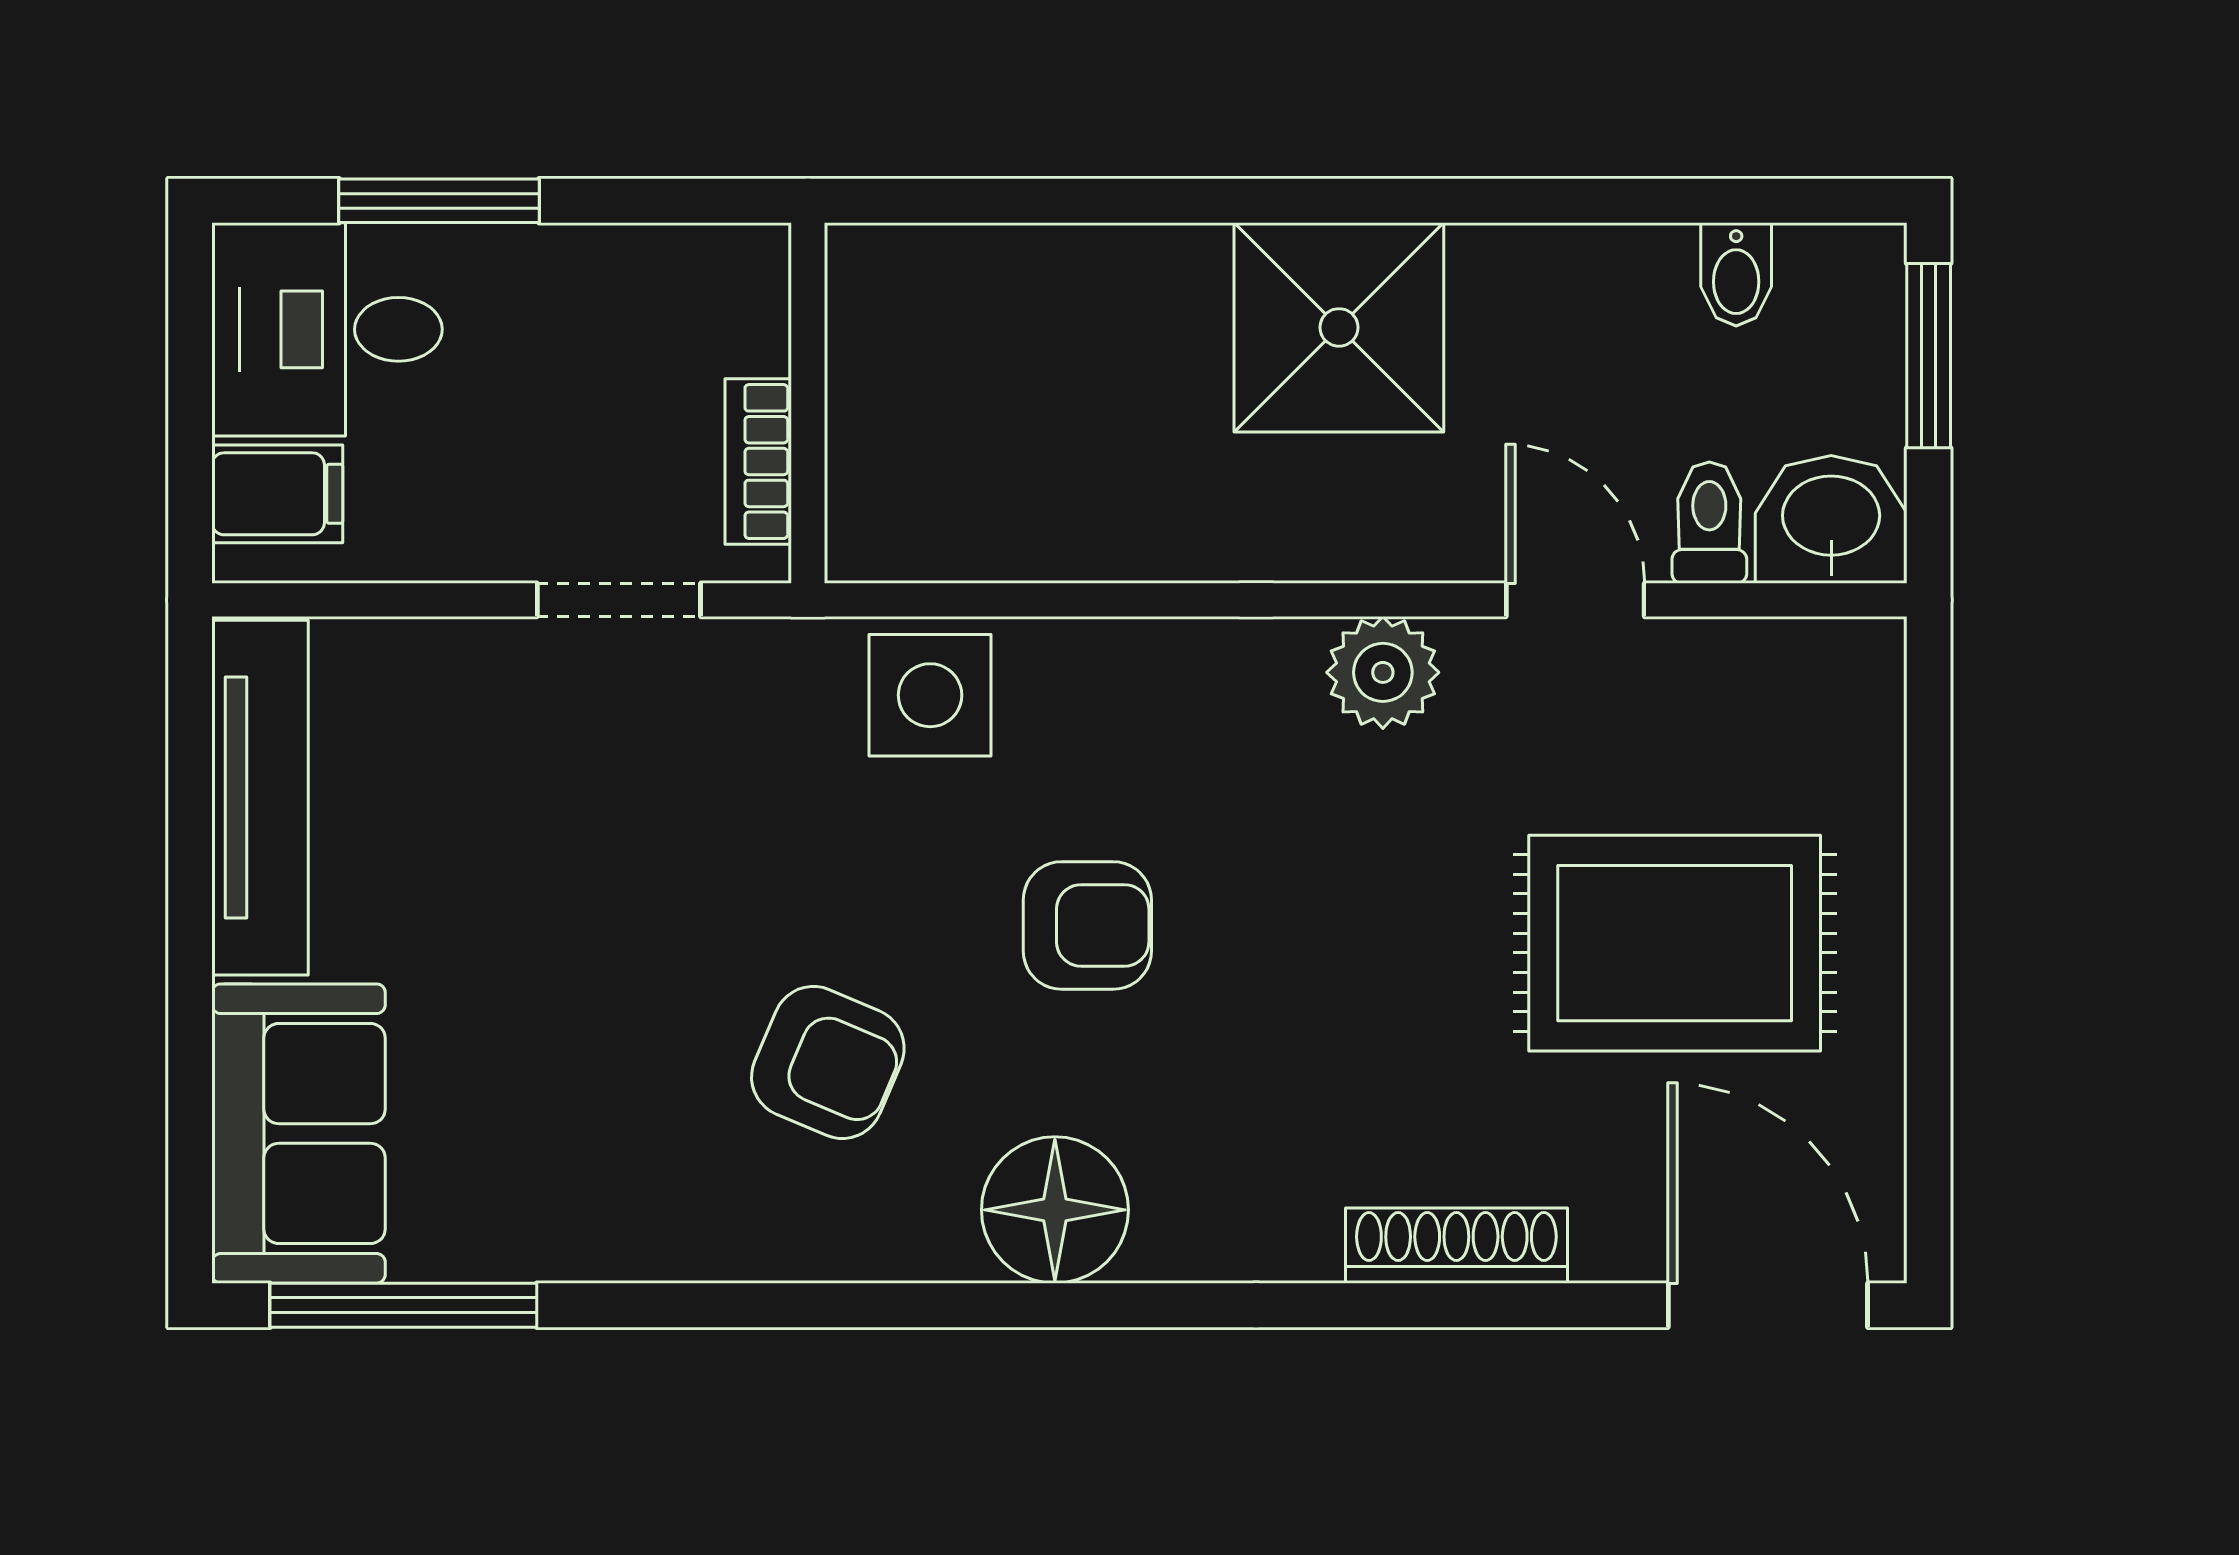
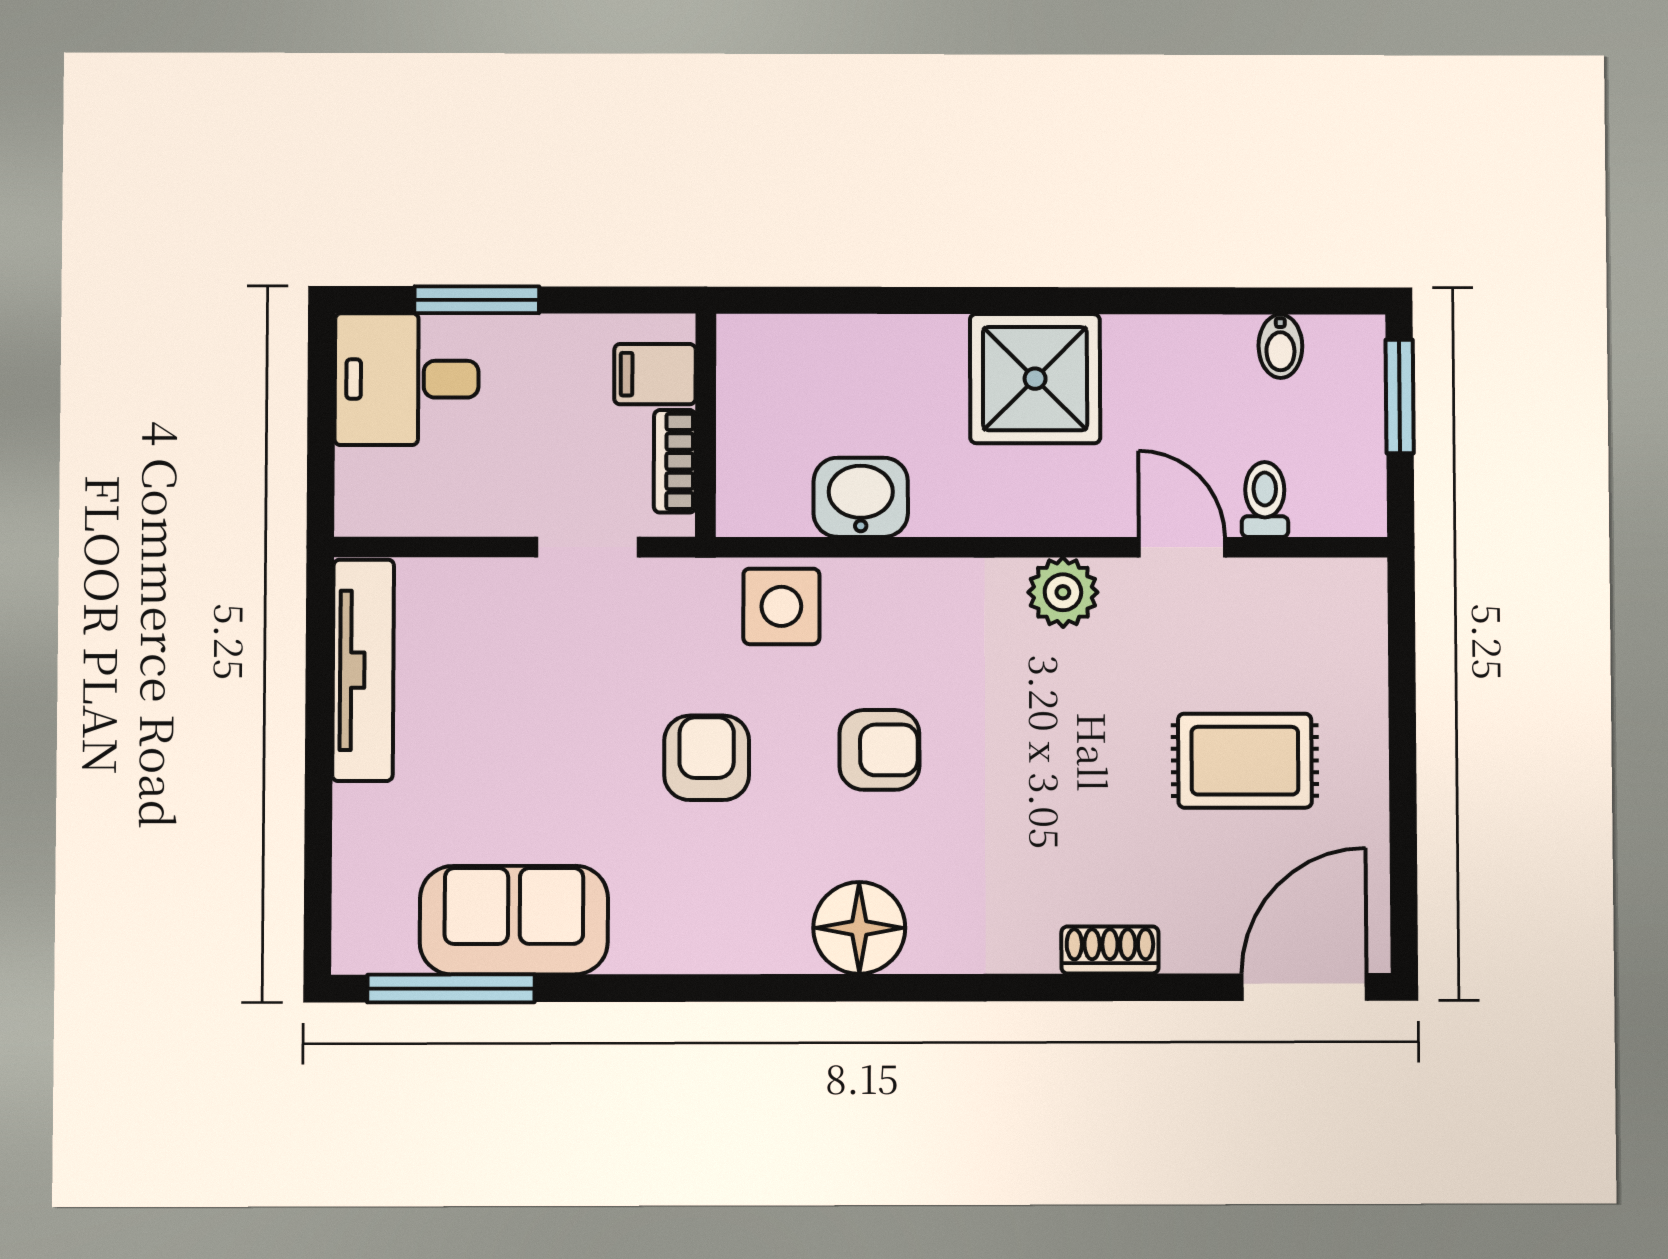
filing cabinet: (277, 494) -> (655, 374), moved, turned 180
washbasin: (1831, 519) -> (861, 497), moved
rug: (1675, 943) -> (1245, 761), width x0.73, depth x0.70
armchair: (828, 1062) -> (707, 758), moved, turned -113
sofa: (299, 1134) -> (514, 920), moved, turned -90
shoe rack: (1456, 1246) -> (1110, 950), width x0.70
door: (1768, 1305) -> (1304, 987), hinge flipped

